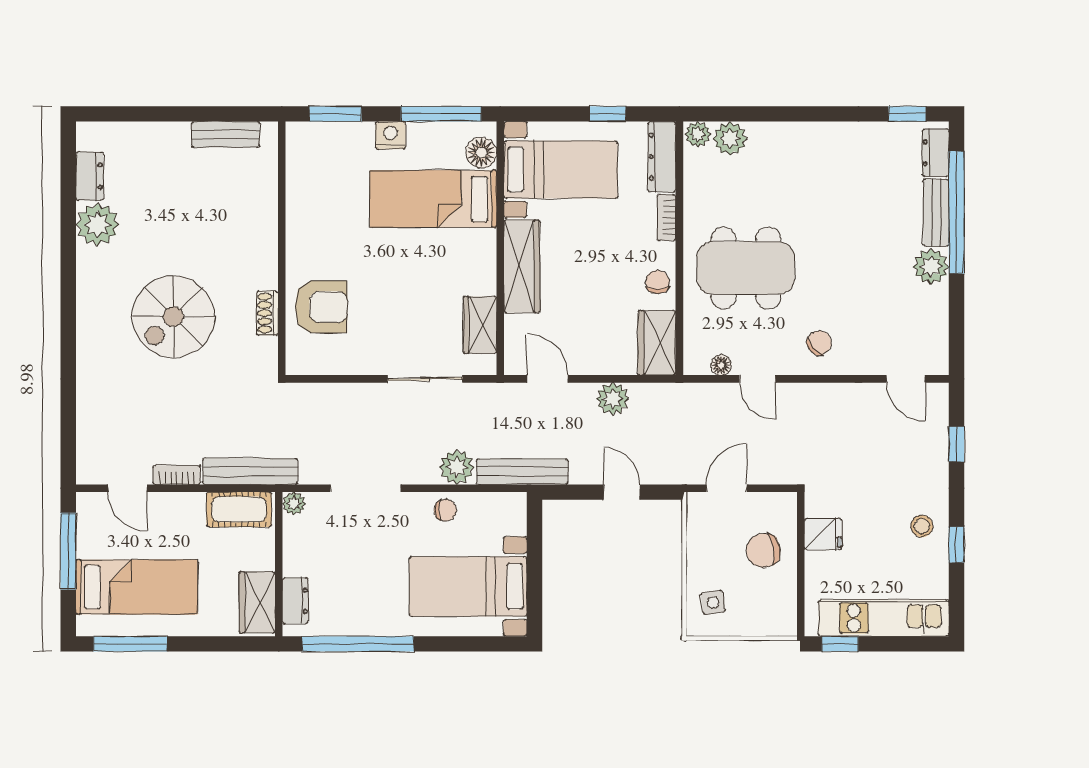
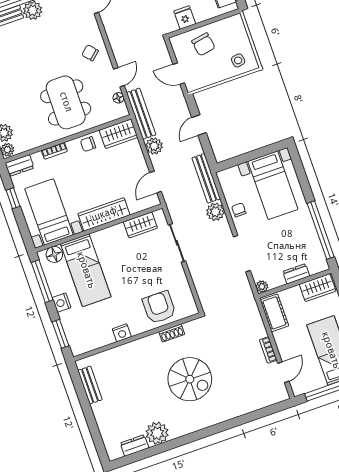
dresser: (662, 157) -> (20, 166), width x0.70
nightstand: (299, 224) -> (122, 333), added
bench: (250, 471) -> (141, 114), moved
dresser: (295, 601) -> (296, 274), moved

